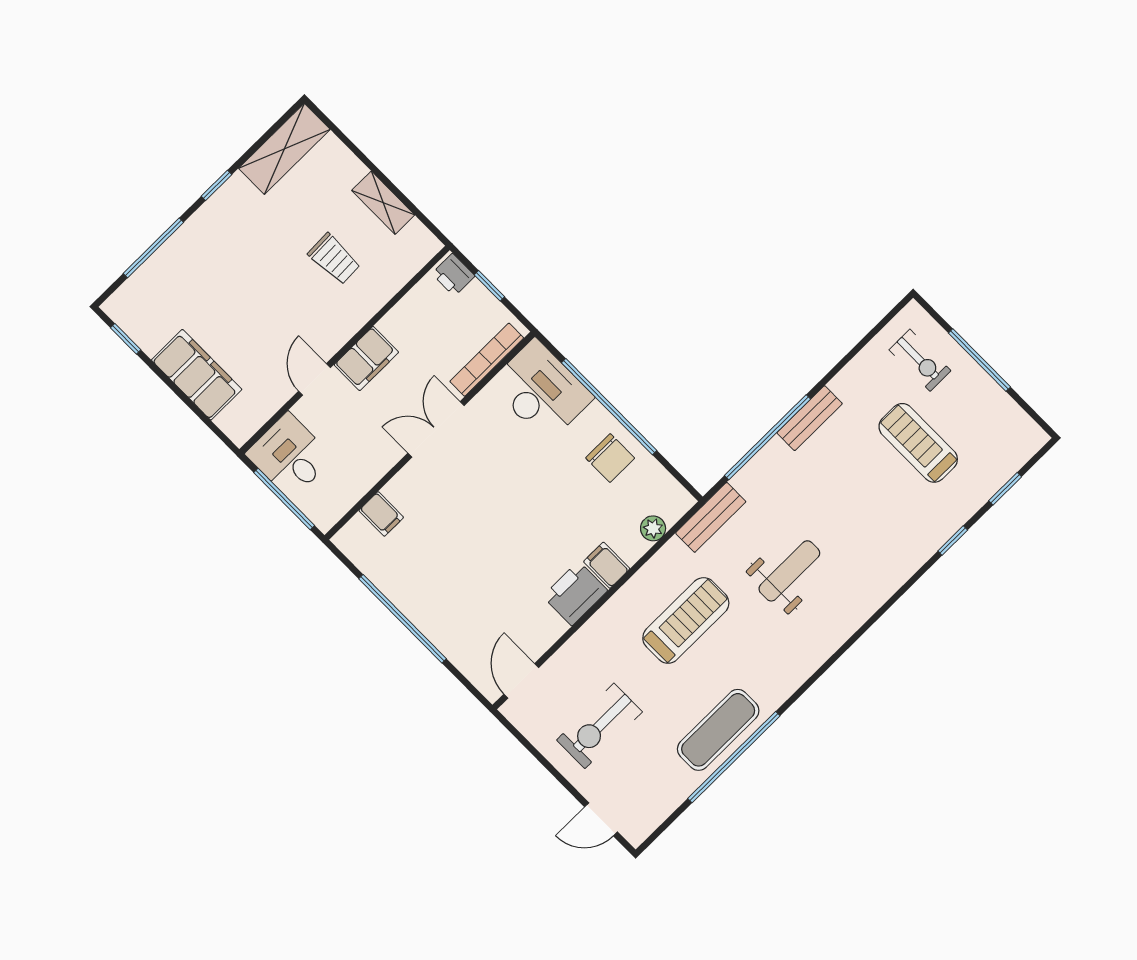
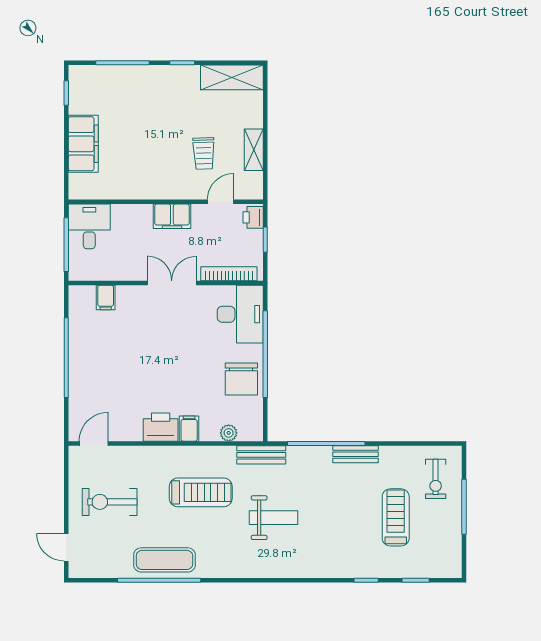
door: (315, 379) -> (221, 202), moved
chair: (610, 458) -> (241, 379), width x1.37, depth x1.37

